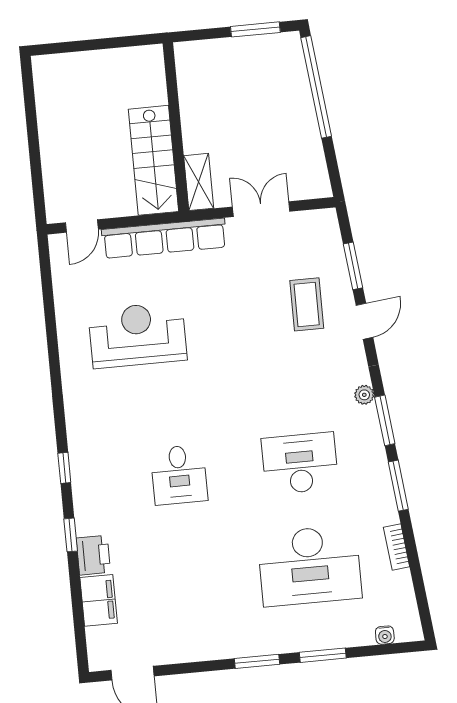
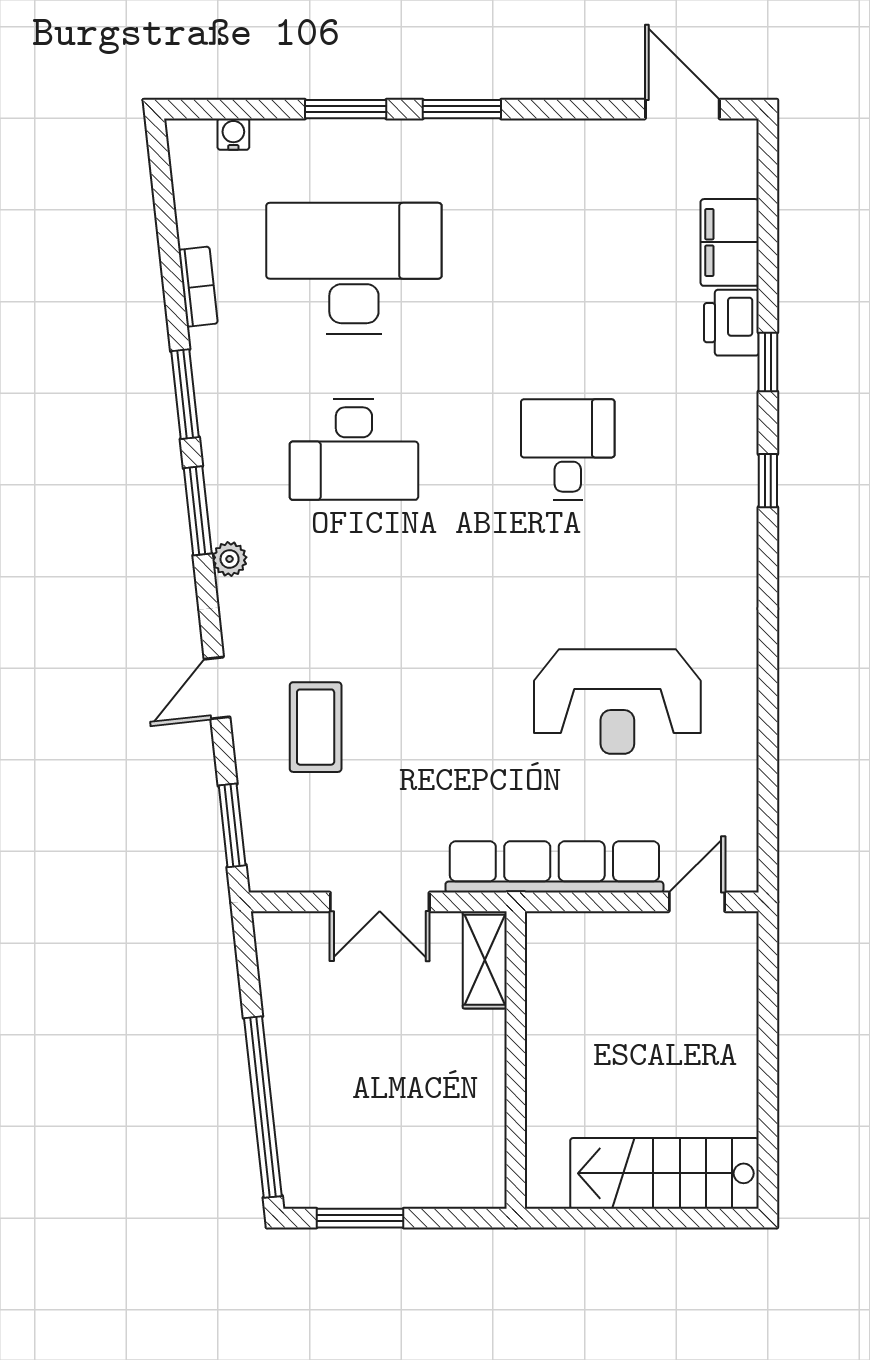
stairs: (153, 160) -> (664, 1173), moved, turned -90
window: (353, 266) -> (232, 825), moved

